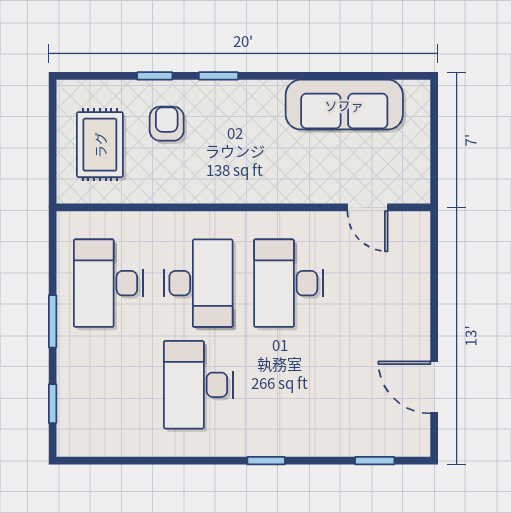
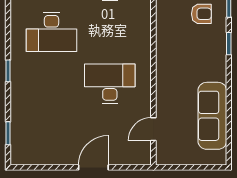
desk: (198, 283) -> (110, 32), removed
desk: (198, 385) -> (52, 32), turned 180
door: (434, 387) -> (93, 167), moved

